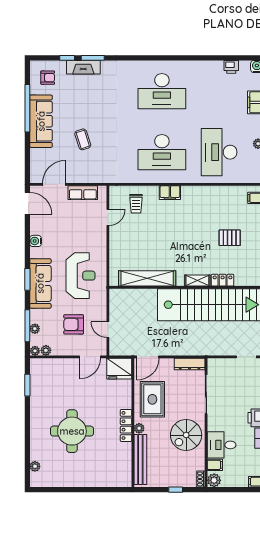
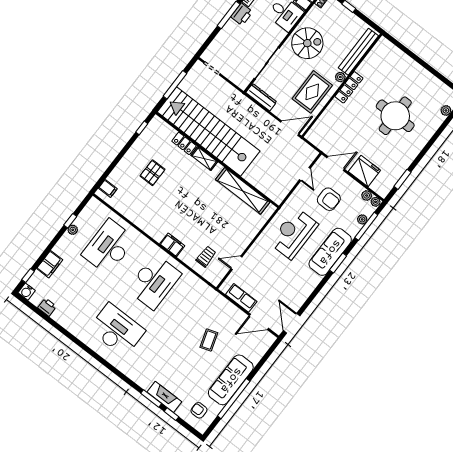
desk: (162, 152) -> (154, 282), turned 90
desk: (219, 152) -> (109, 247), turned 180
pallet: (230, 238) -> (152, 173), turned 90
water cooler: (36, 241) -> (308, 288), removed
fridge: (119, 369) -> (364, 171), moved

